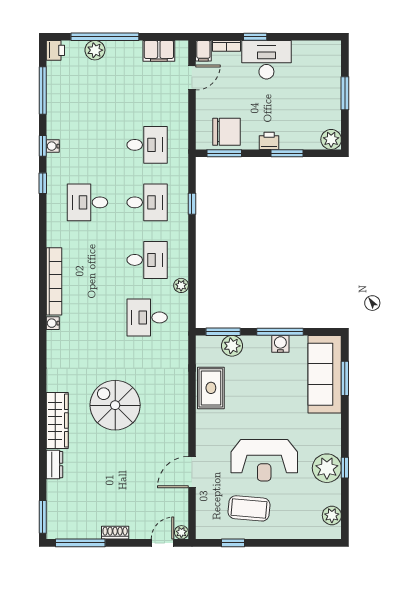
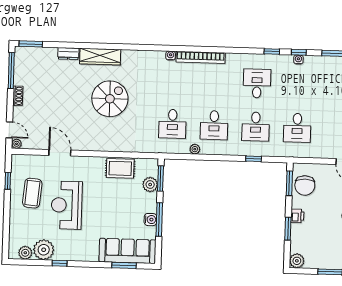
desk: (147, 317) -> (172, 124), turned 180
plant: (327, 468) -> (44, 250), moved

